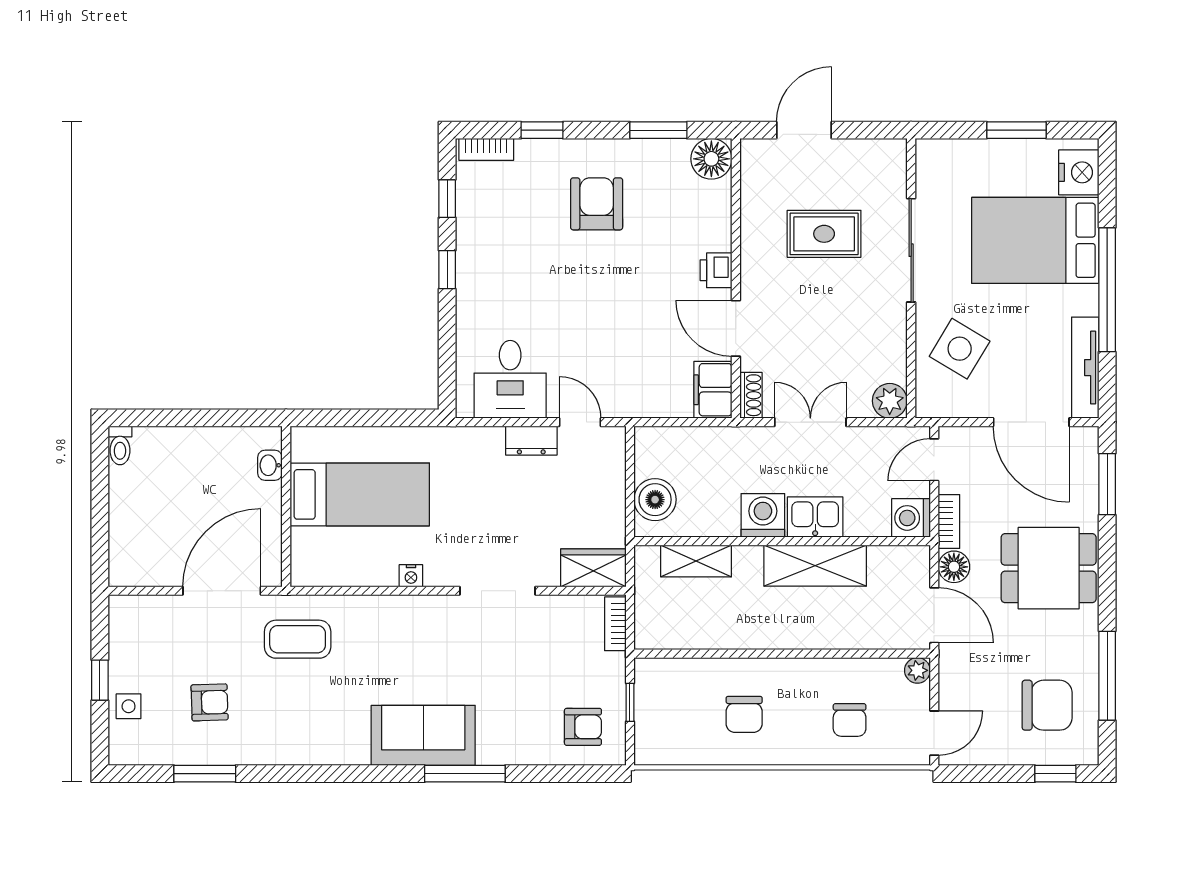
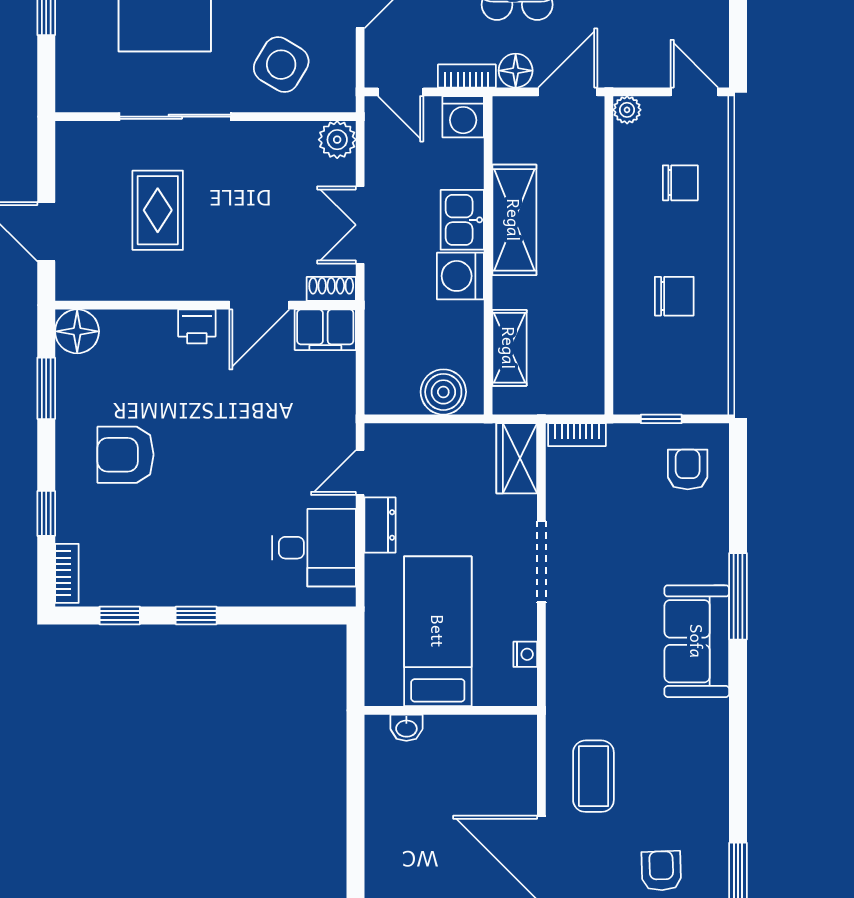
washbasin: (270, 465) -> (406, 728), moved
bed: (360, 494) -> (438, 631), moved
wall: (286, 506) -> (451, 710), moved

